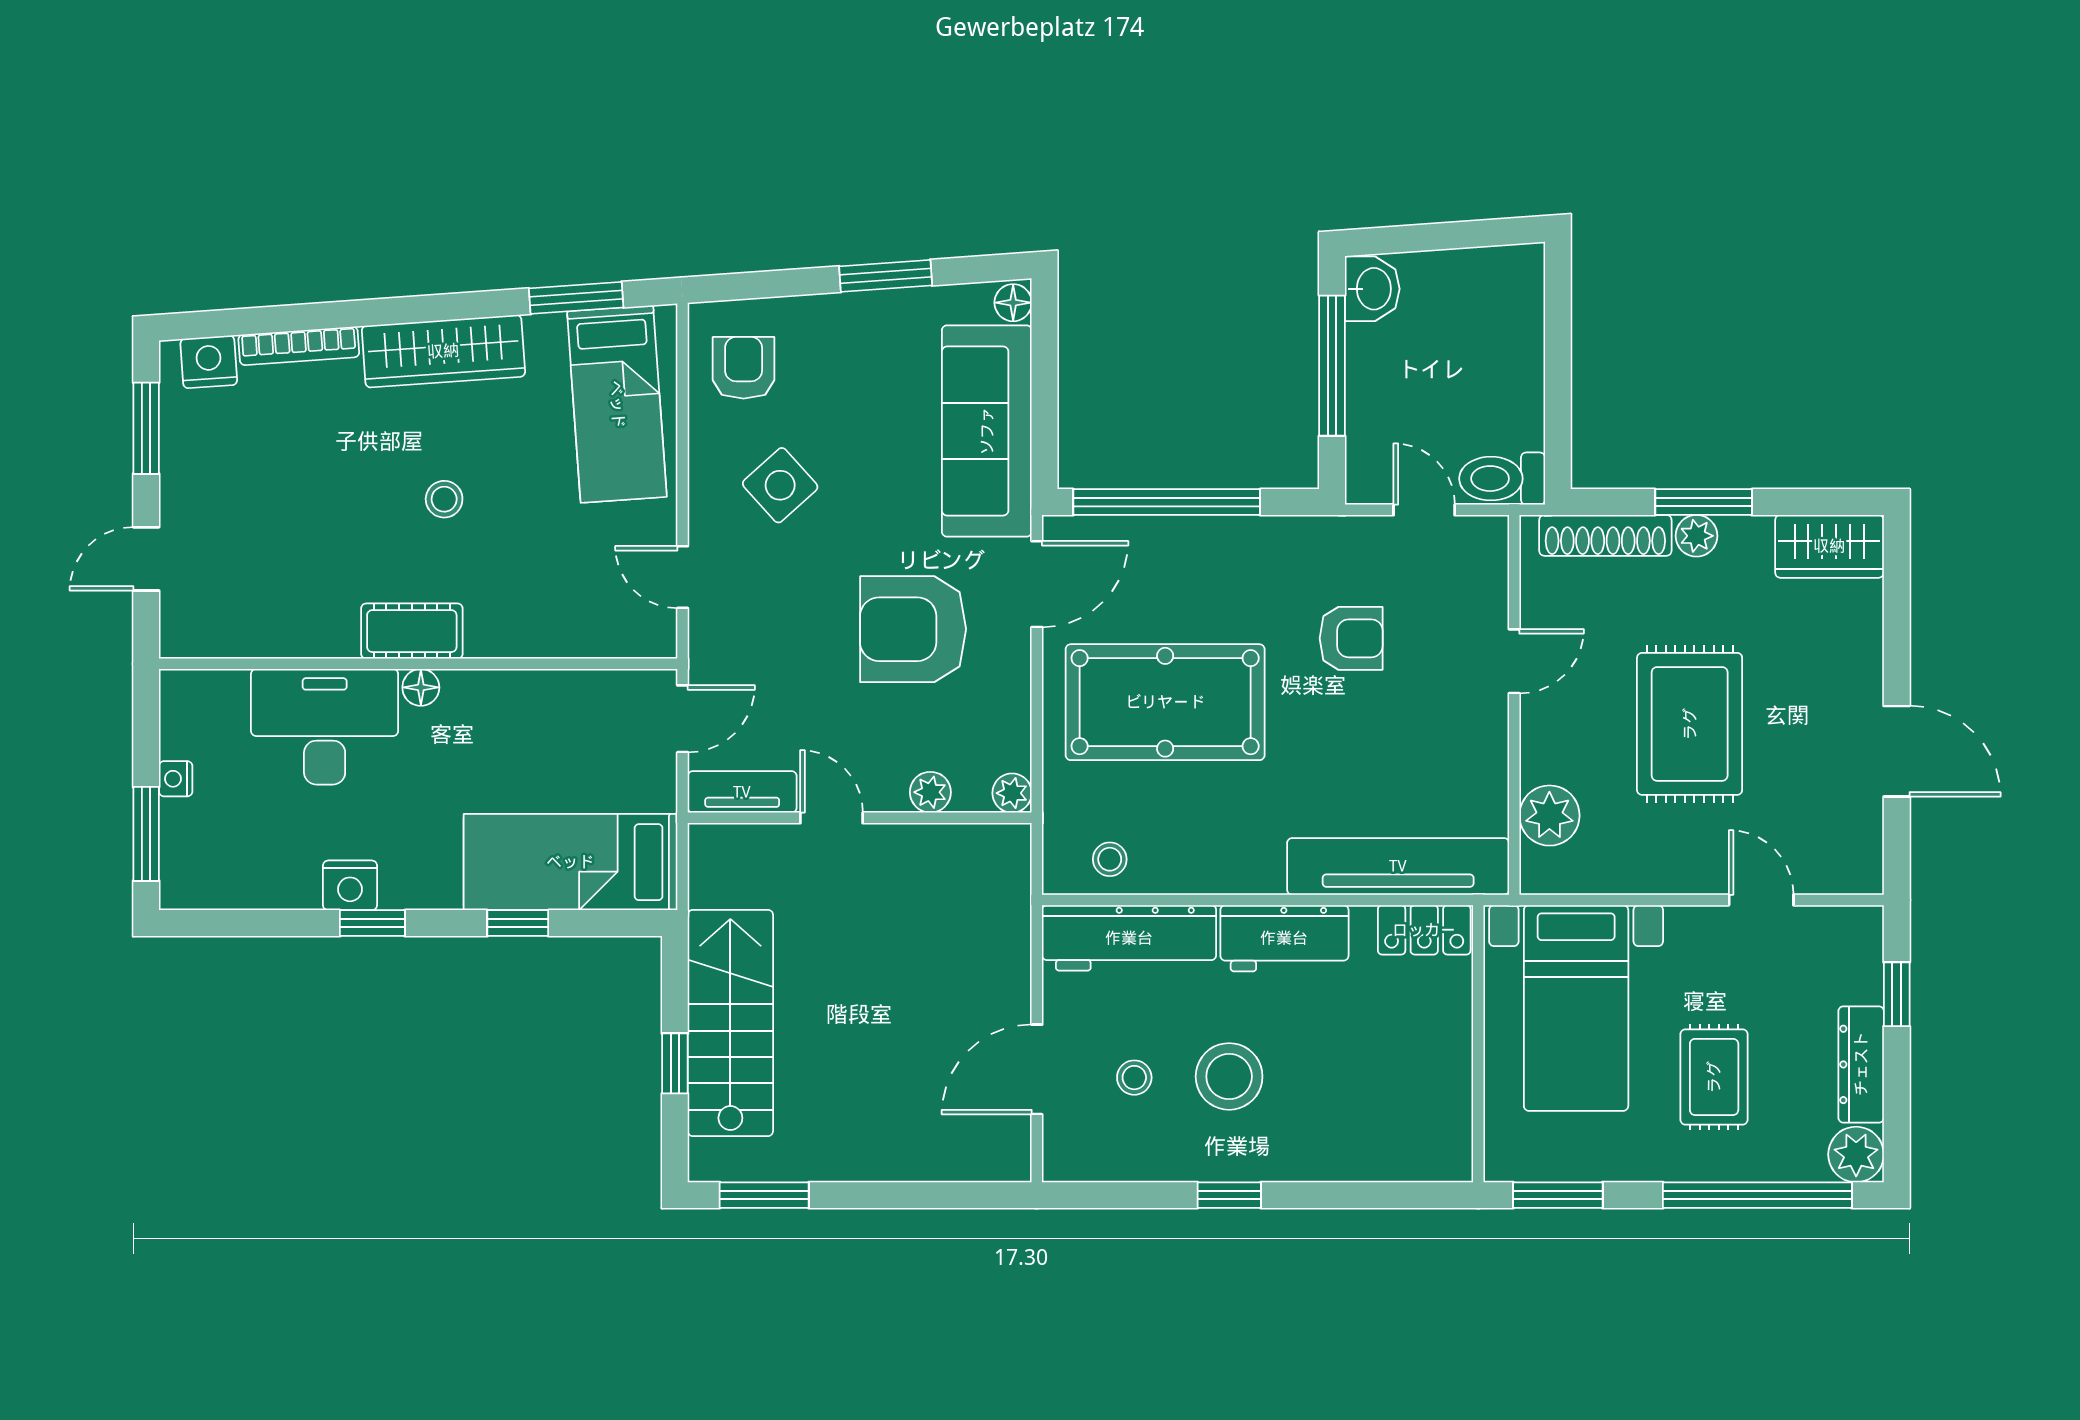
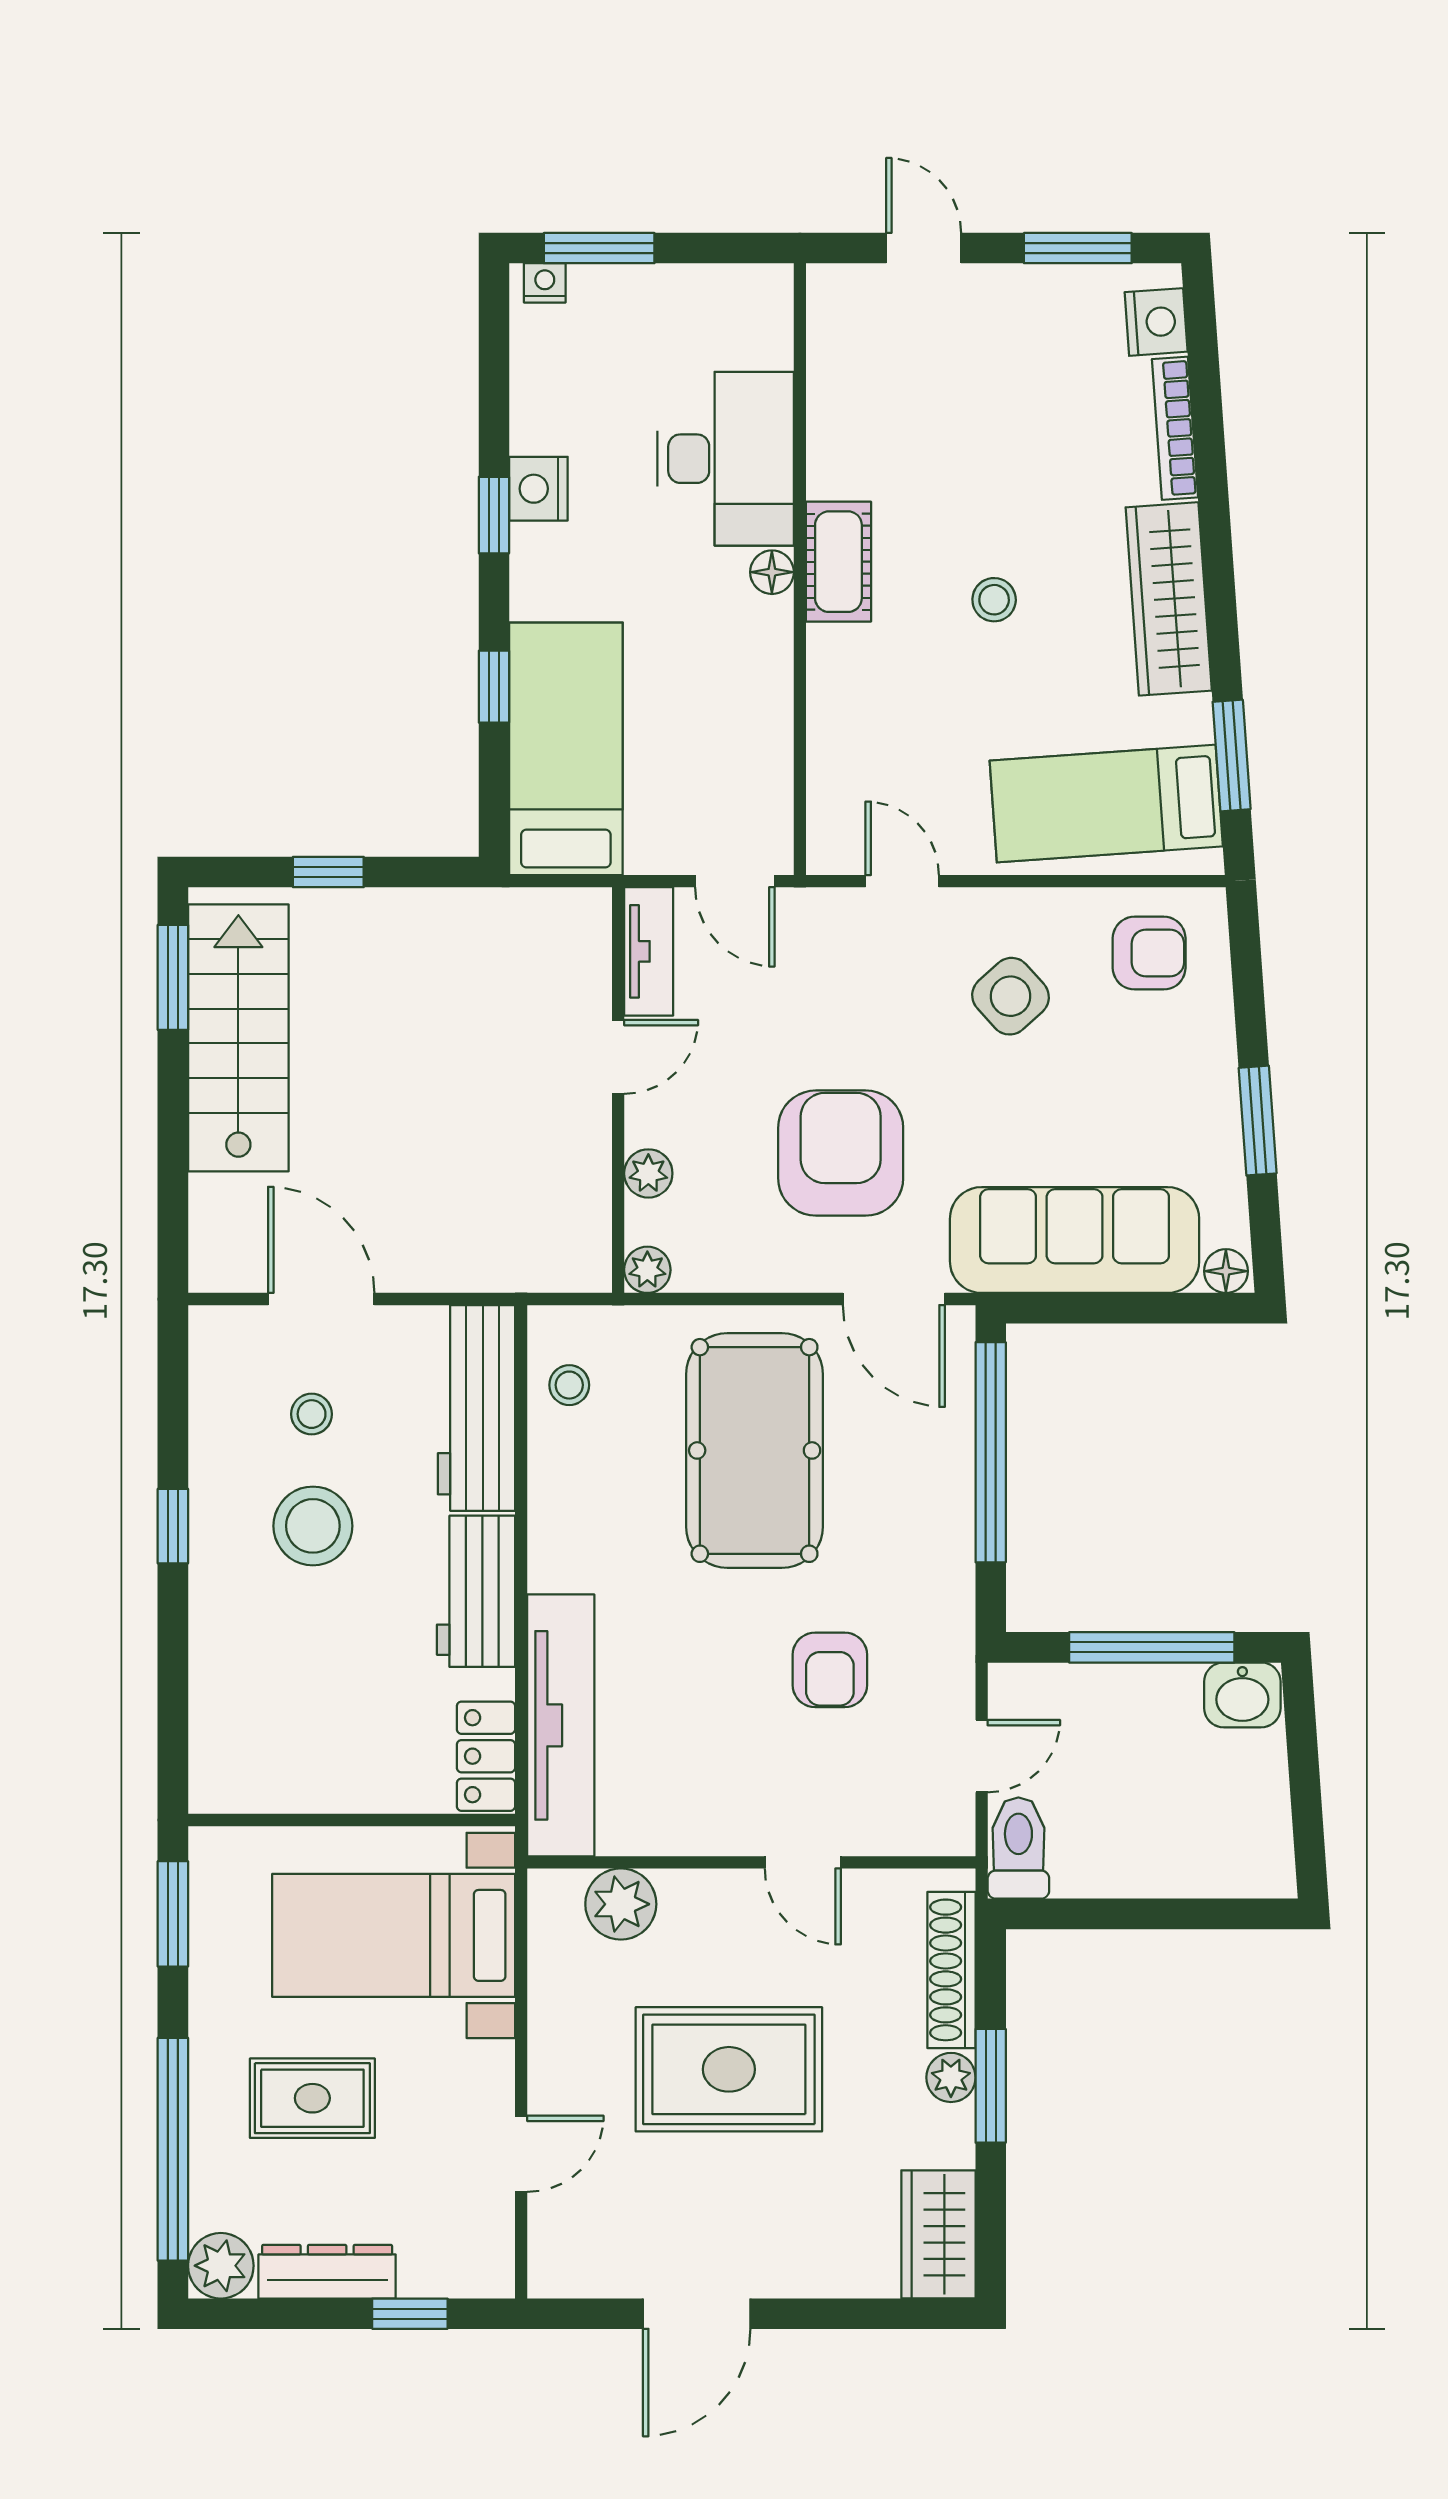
door: (683, 577) -> (902, 881), hinge flipped
nightstand: (176, 779) -> (545, 283), moved
stairs: (730, 1023) -> (238, 1038), moved, turned -90

